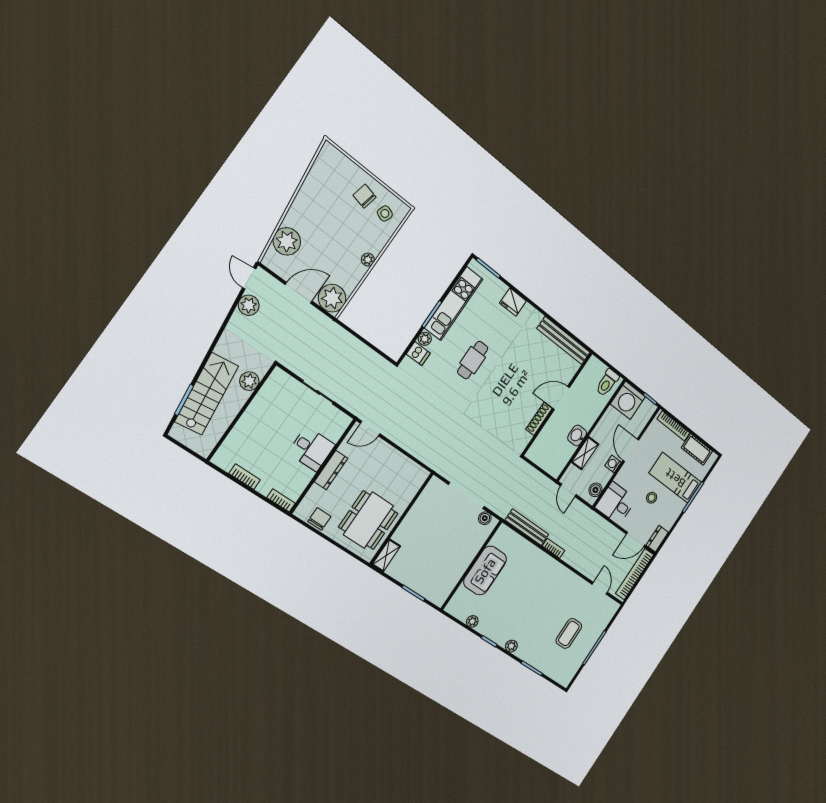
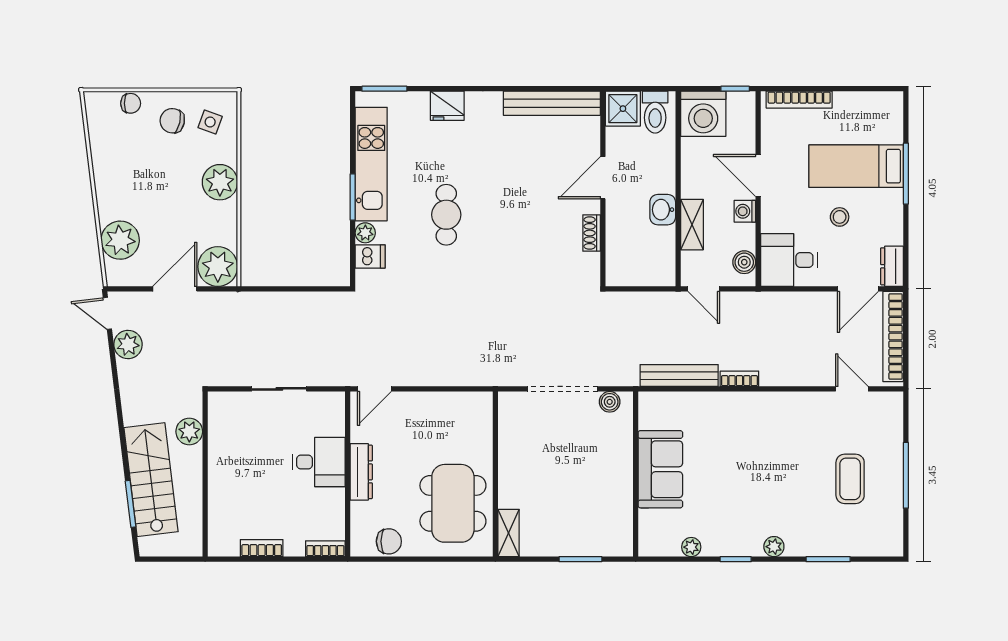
chair: (348, 168) -> (131, 103), added
plant: (368, 260) -> (220, 182), width x1.88, depth x1.88
shower: (594, 369) -> (623, 109), added
shoe rack: (539, 419) -> (592, 233), width x0.70
cot: (697, 449) -> (861, 106), removed
chair: (319, 519) -> (389, 541), turned 90

